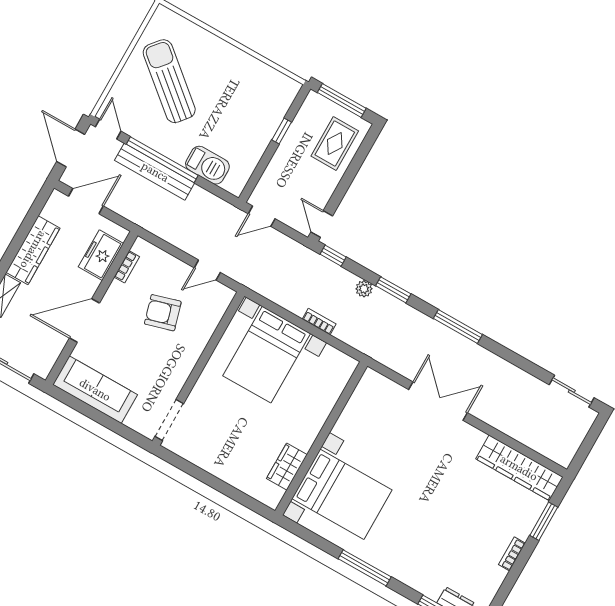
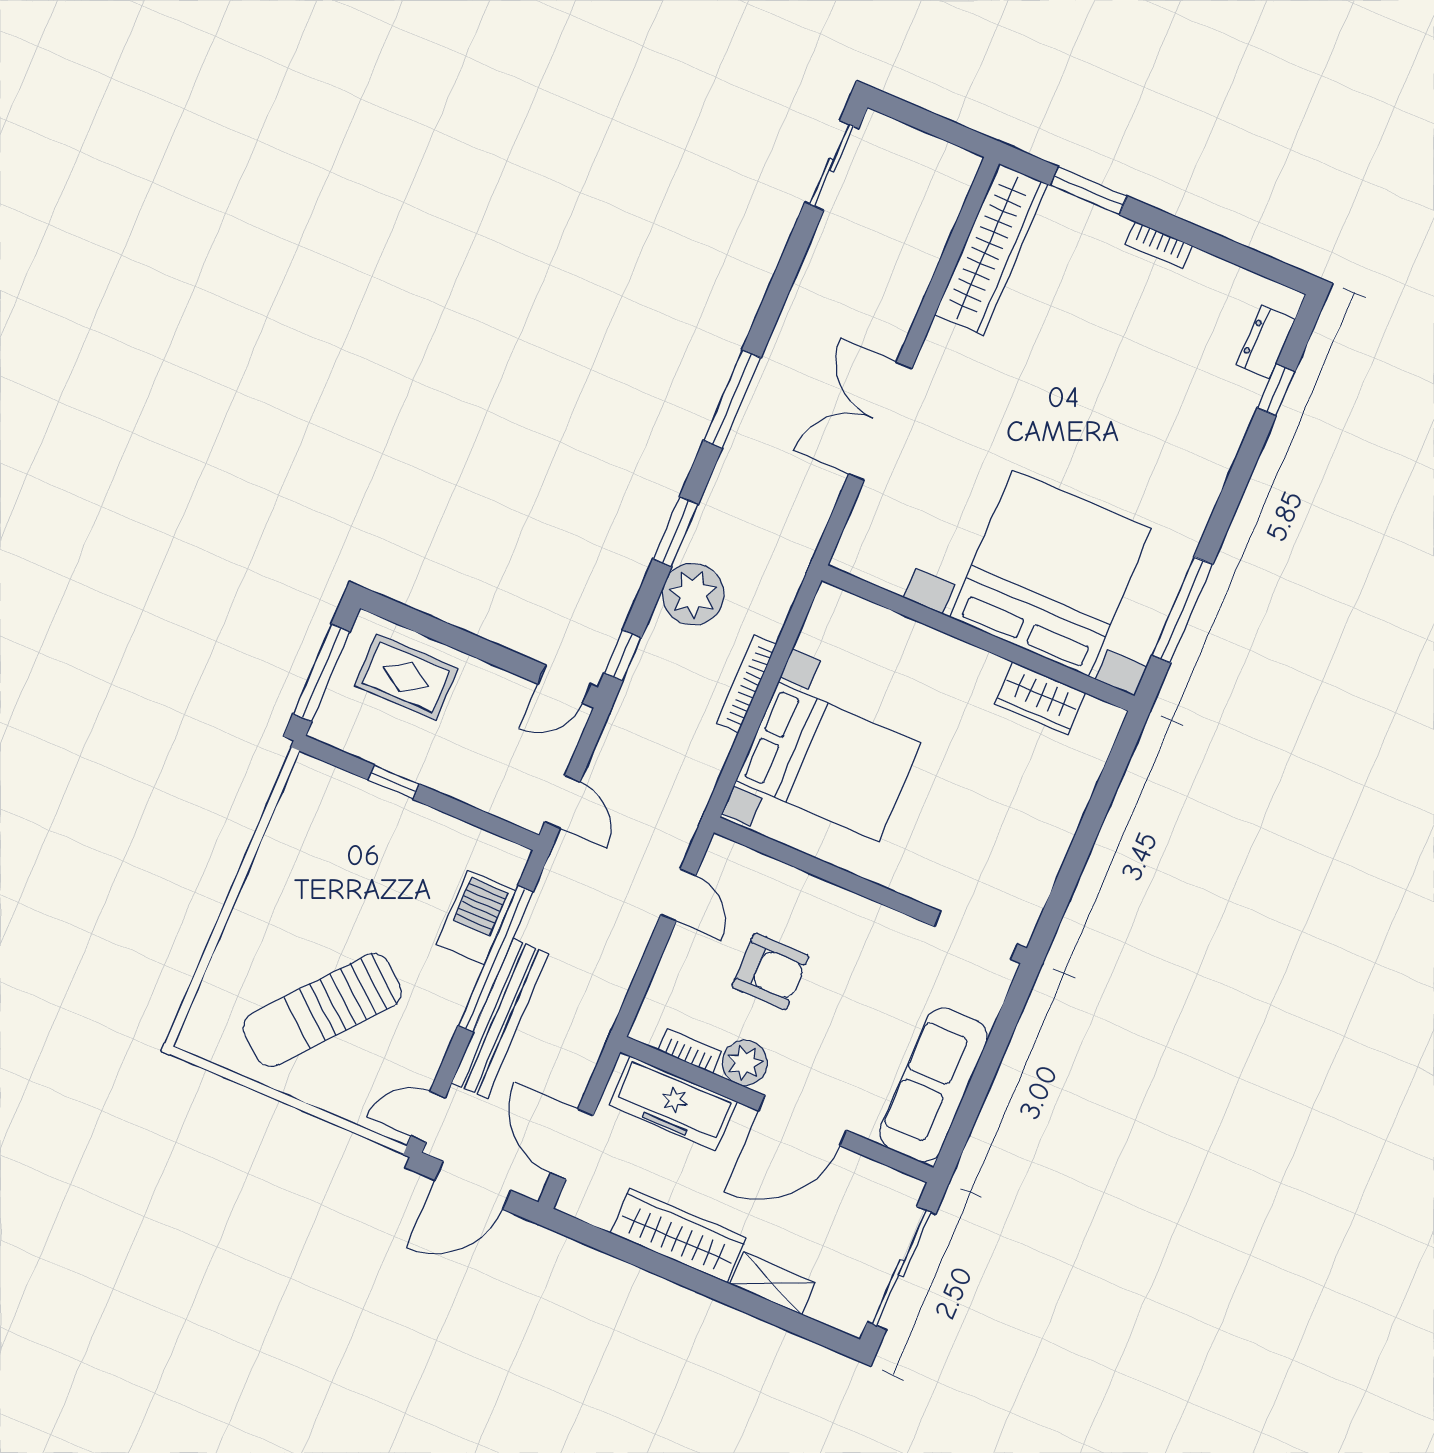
window: (162, 160) -> (495, 959), moved
freezer: (101, 255) -> (673, 1103), width x1.40
plant: (364, 289) -> (693, 594), width x1.88, depth x1.88
plant: (117, 294) -> (745, 1063), added
armchair: (163, 313) -> (770, 971), turned -74
door: (85, 320) -> (802, 1121), hinge flipped
bookcase: (319, 322) -> (746, 684), width x1.56
bed with nightstands: (342, 494) -> (1050, 573), width x1.36
window: (365, 568) -> (1182, 610), moved

